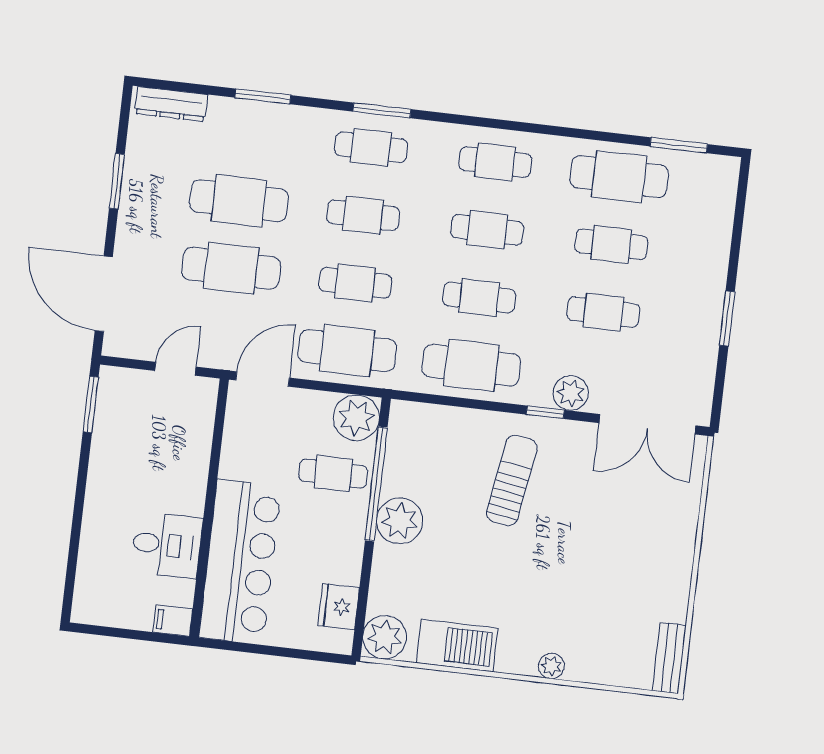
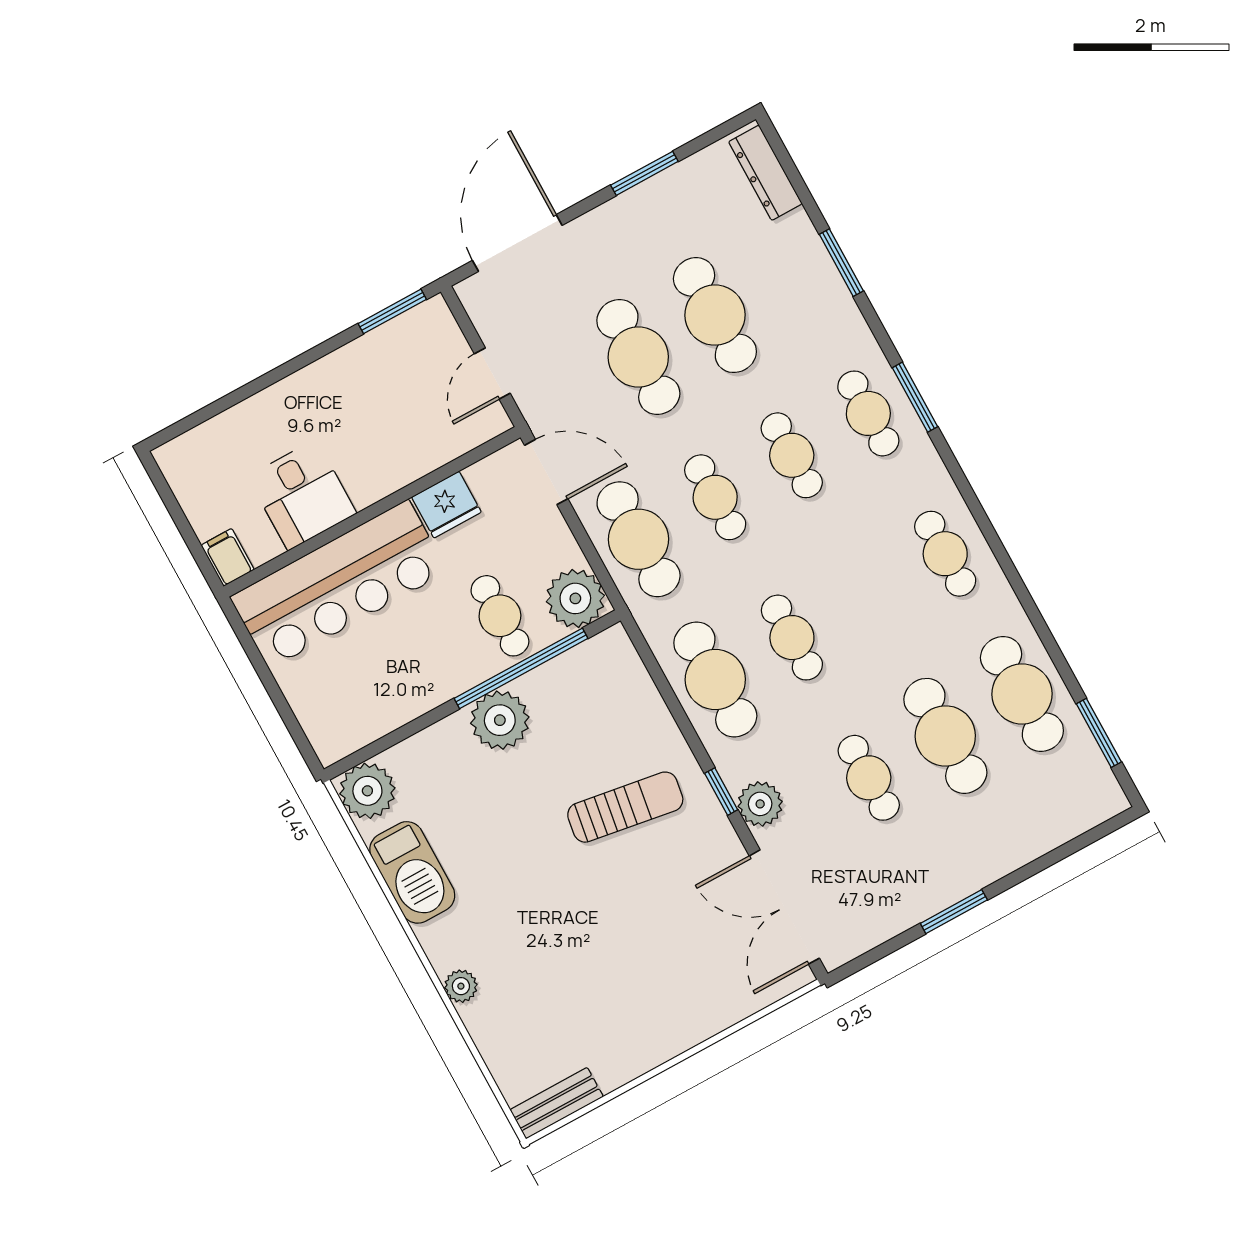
cafe table: (487, 230) -> (869, 596), removed
cafe table: (611, 244) -> (945, 736), width x1.37, depth x1.35
door: (175, 369) -> (492, 373), swing flipped
fridge: (339, 607) -> (446, 505), moved, turned 180

